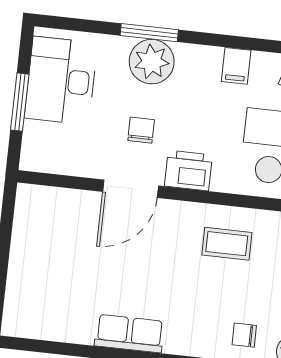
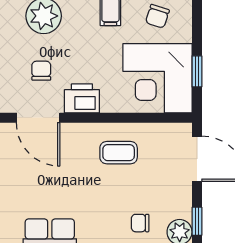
door: (131, 189) -> (38, 118), hinge flipped

